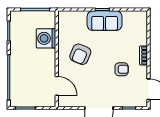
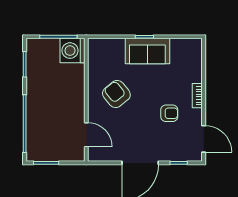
washing machine: (46, 38) -> (72, 51), moved
armchair: (80, 54) -> (116, 94), turned 118

